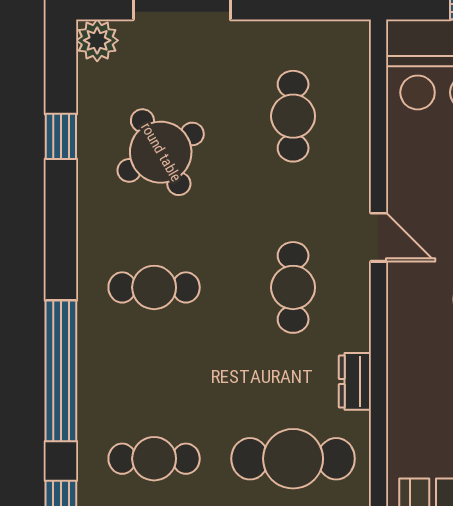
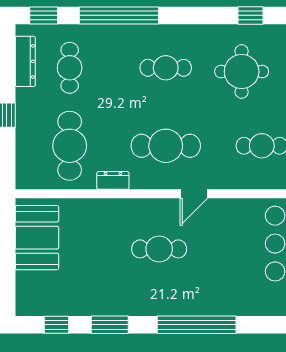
round table: (161, 152) -> (242, 72), turned 30
cafe table: (154, 287) -> (166, 68), turned 90
cafe table: (293, 287) -> (166, 146), width x1.37, depth x1.35

